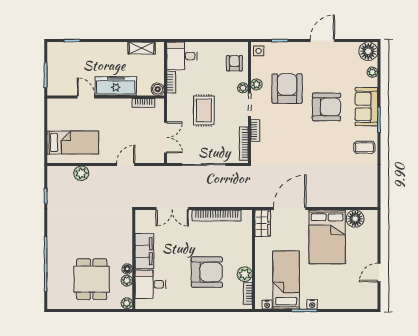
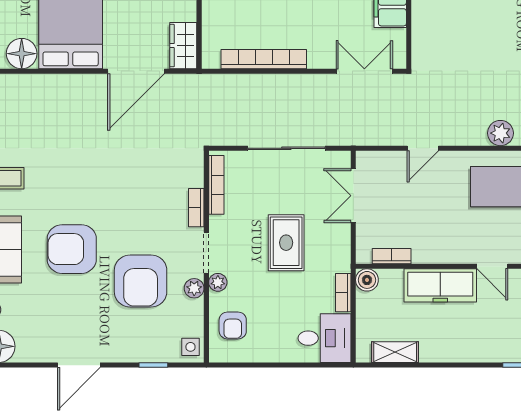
double door: (172, 209) -> (364, 71), moved

